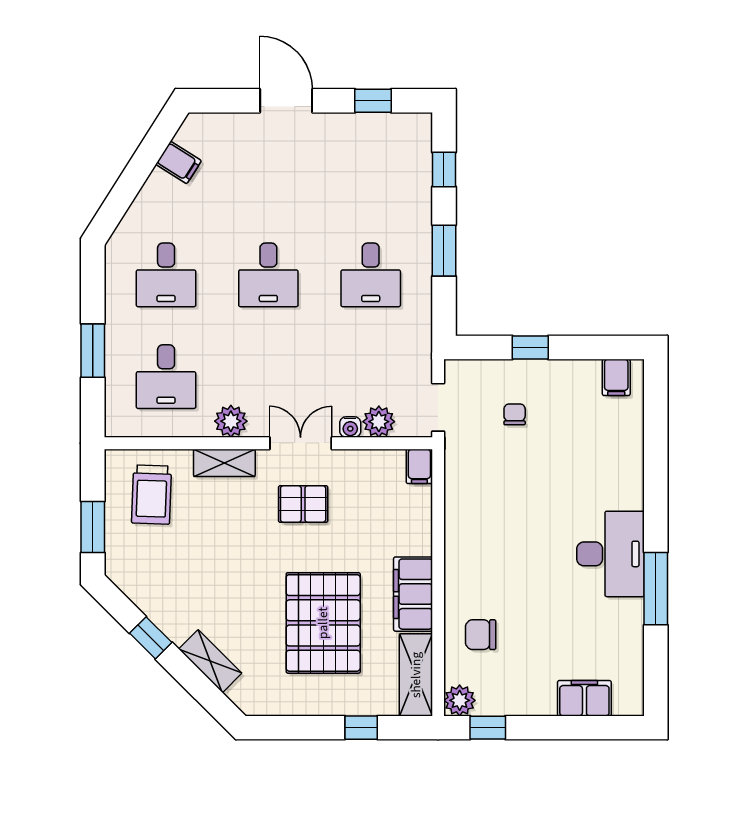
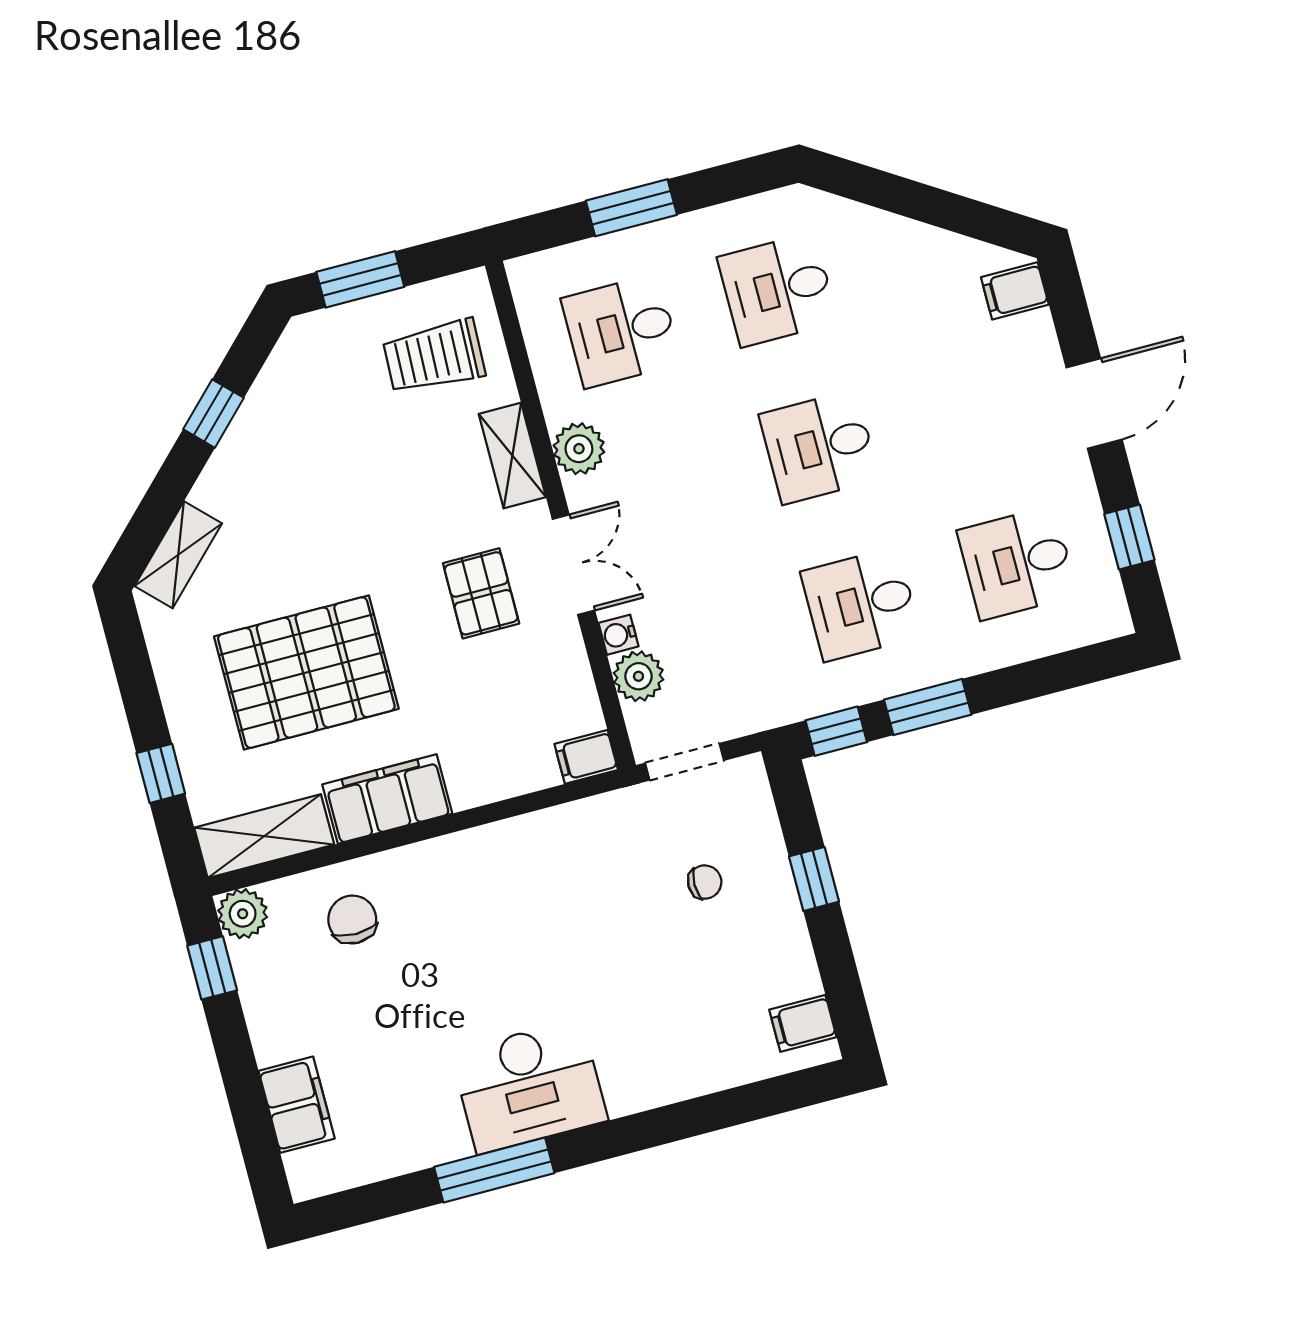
filing cabinet: (179, 163) -> (1015, 291), moved, turned 58
window: (444, 170) -> (836, 731), moved
desk: (371, 173) -> (1017, 563), added
shelving: (210, 661) -> (178, 555), moved

